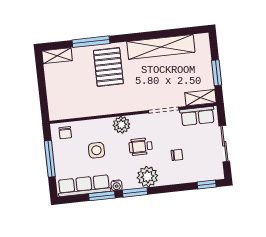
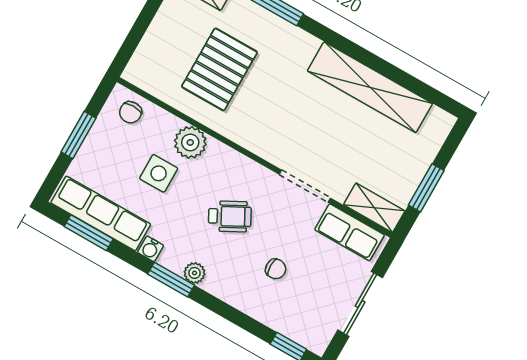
pallet: (108, 67) -> (219, 69), moved
plant: (121, 125) -> (190, 142), moved
wheelchair: (141, 147) -> (230, 216), turned 152
window: (50, 159) -> (78, 135), width x0.69
plant: (147, 177) -> (194, 273), width x0.53, depth x0.53
window: (102, 196) -> (89, 233), moved

